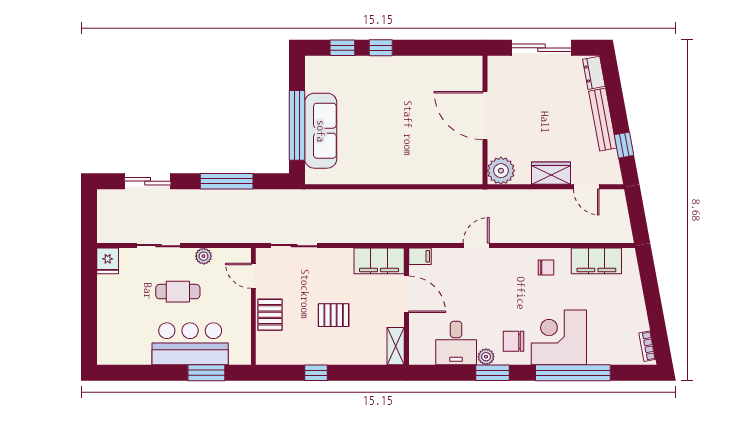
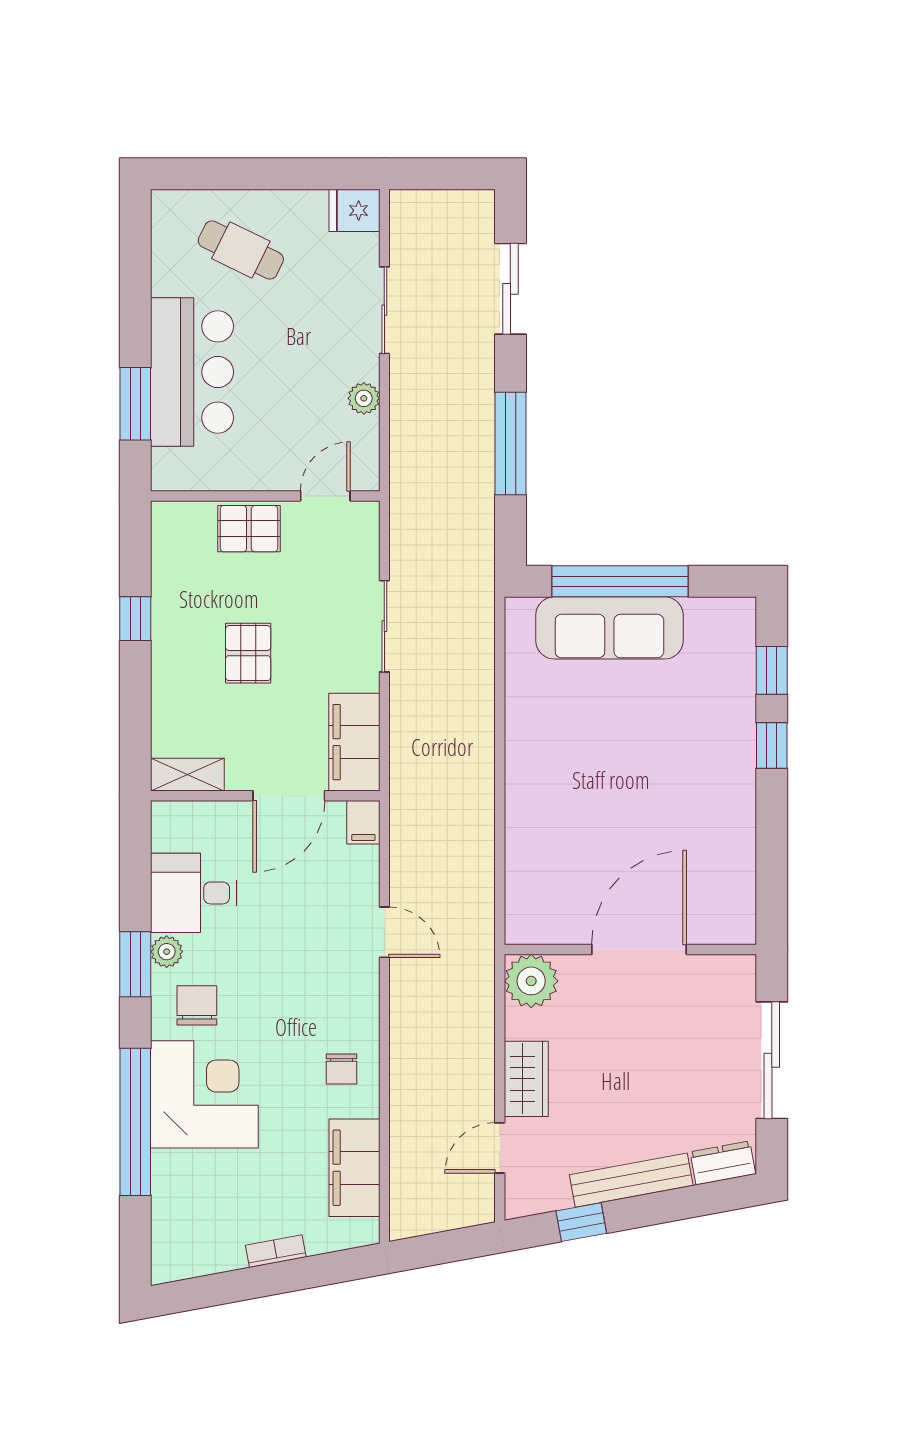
sliding door: (294, 246) -> (384, 626), moved
cafe table: (178, 292) -> (241, 250), moved, turned -64
bookcase: (647, 346) -> (276, 1251), moved

